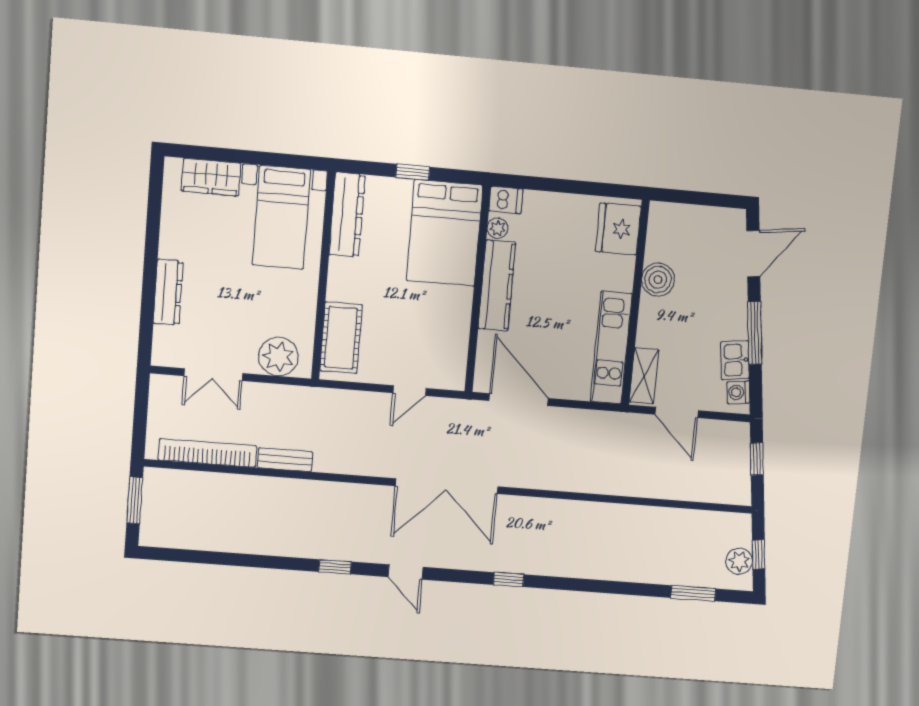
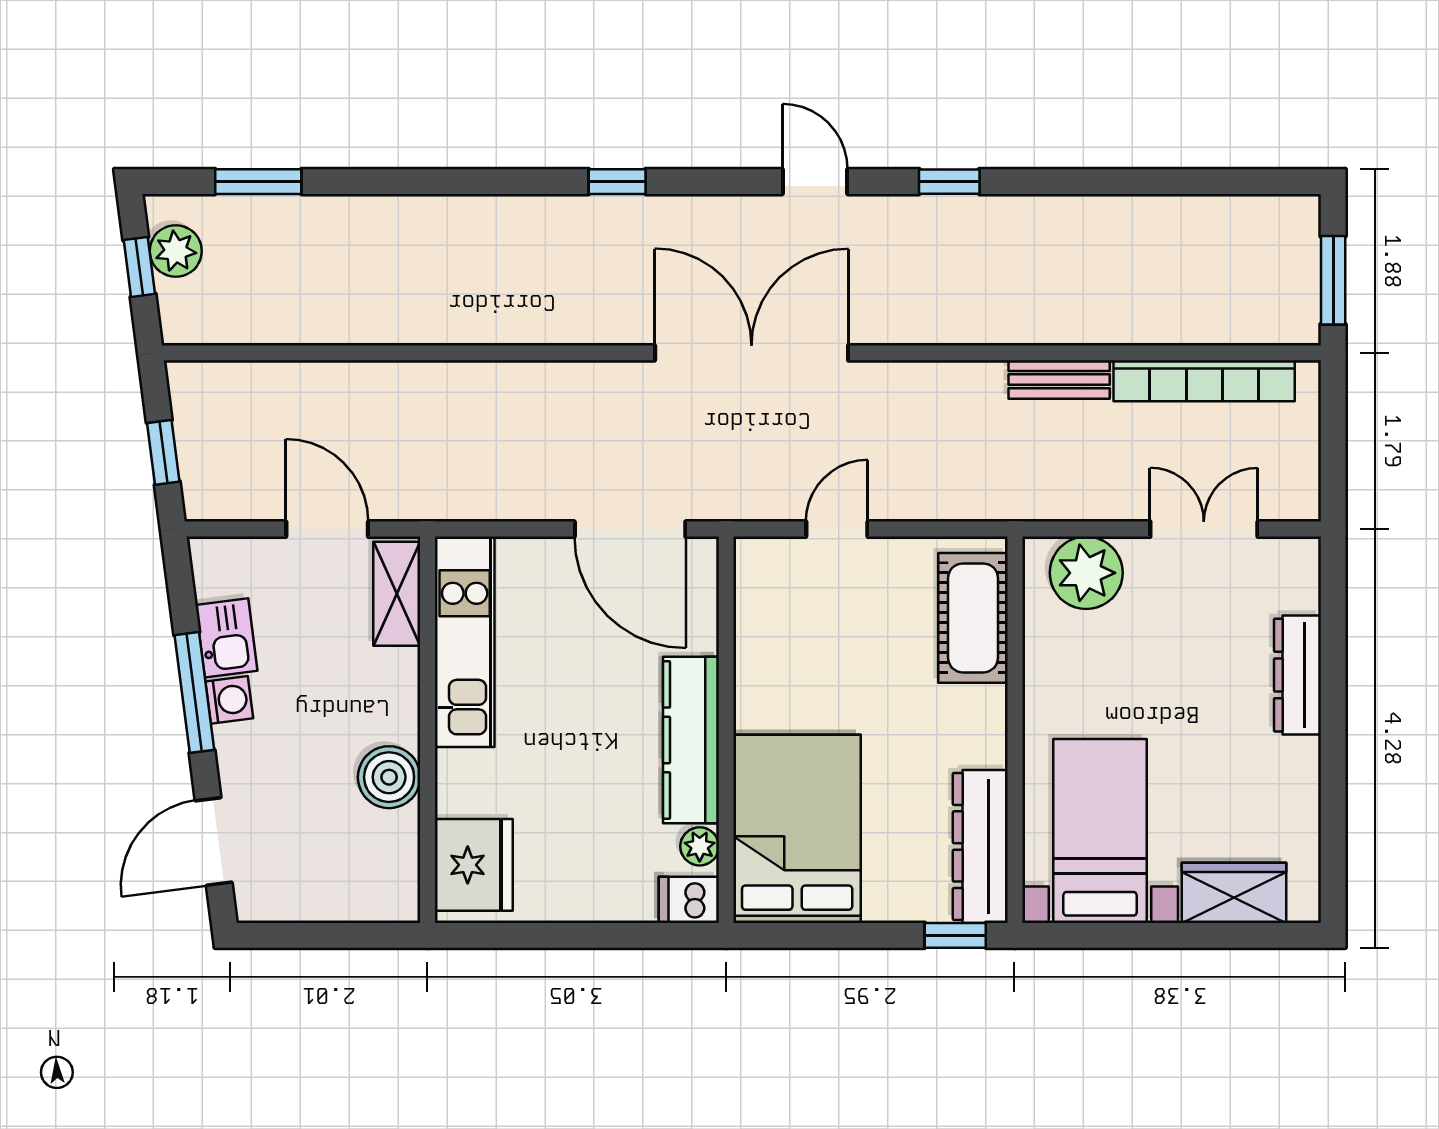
window: (413, 172) -> (955, 935), moved
washing machine: (738, 392) -> (229, 700), moved

